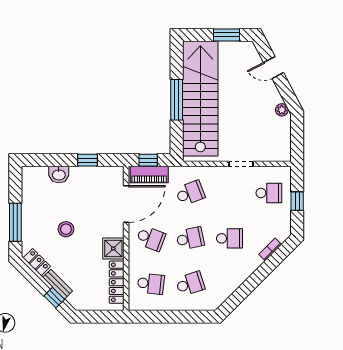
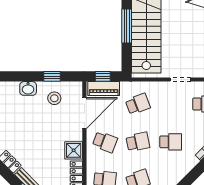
stool: (66, 229) -> (54, 98), moved

